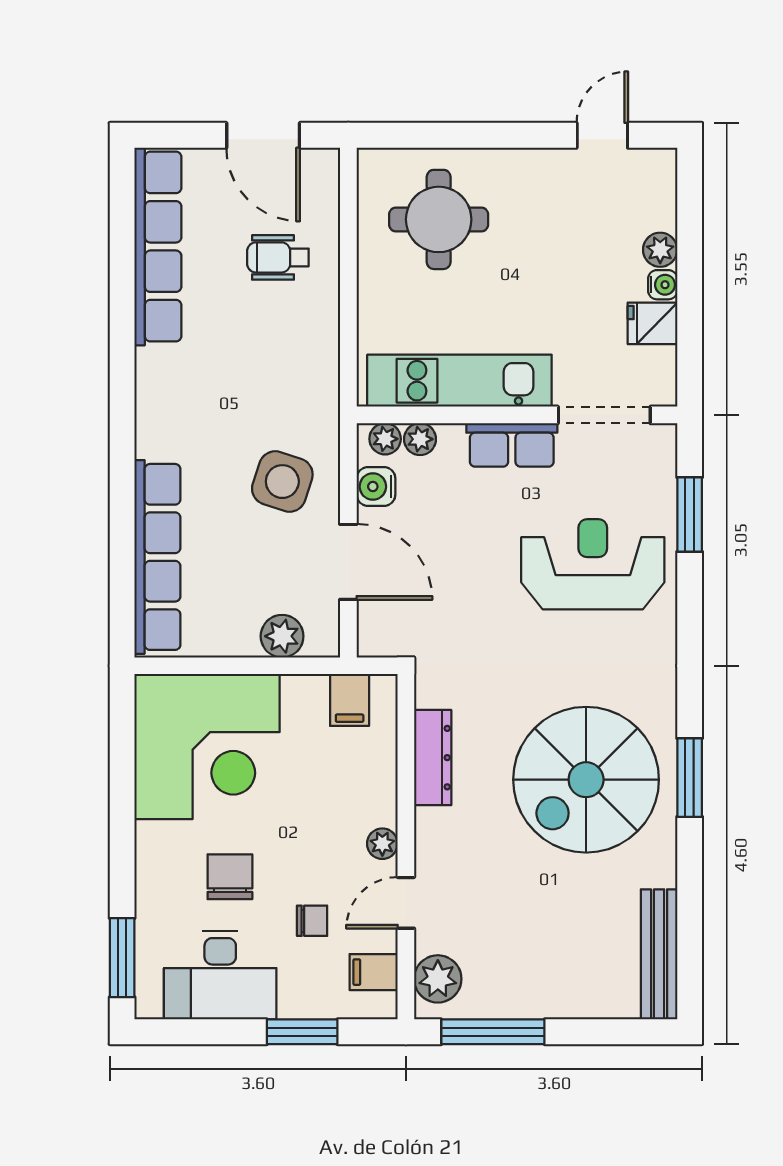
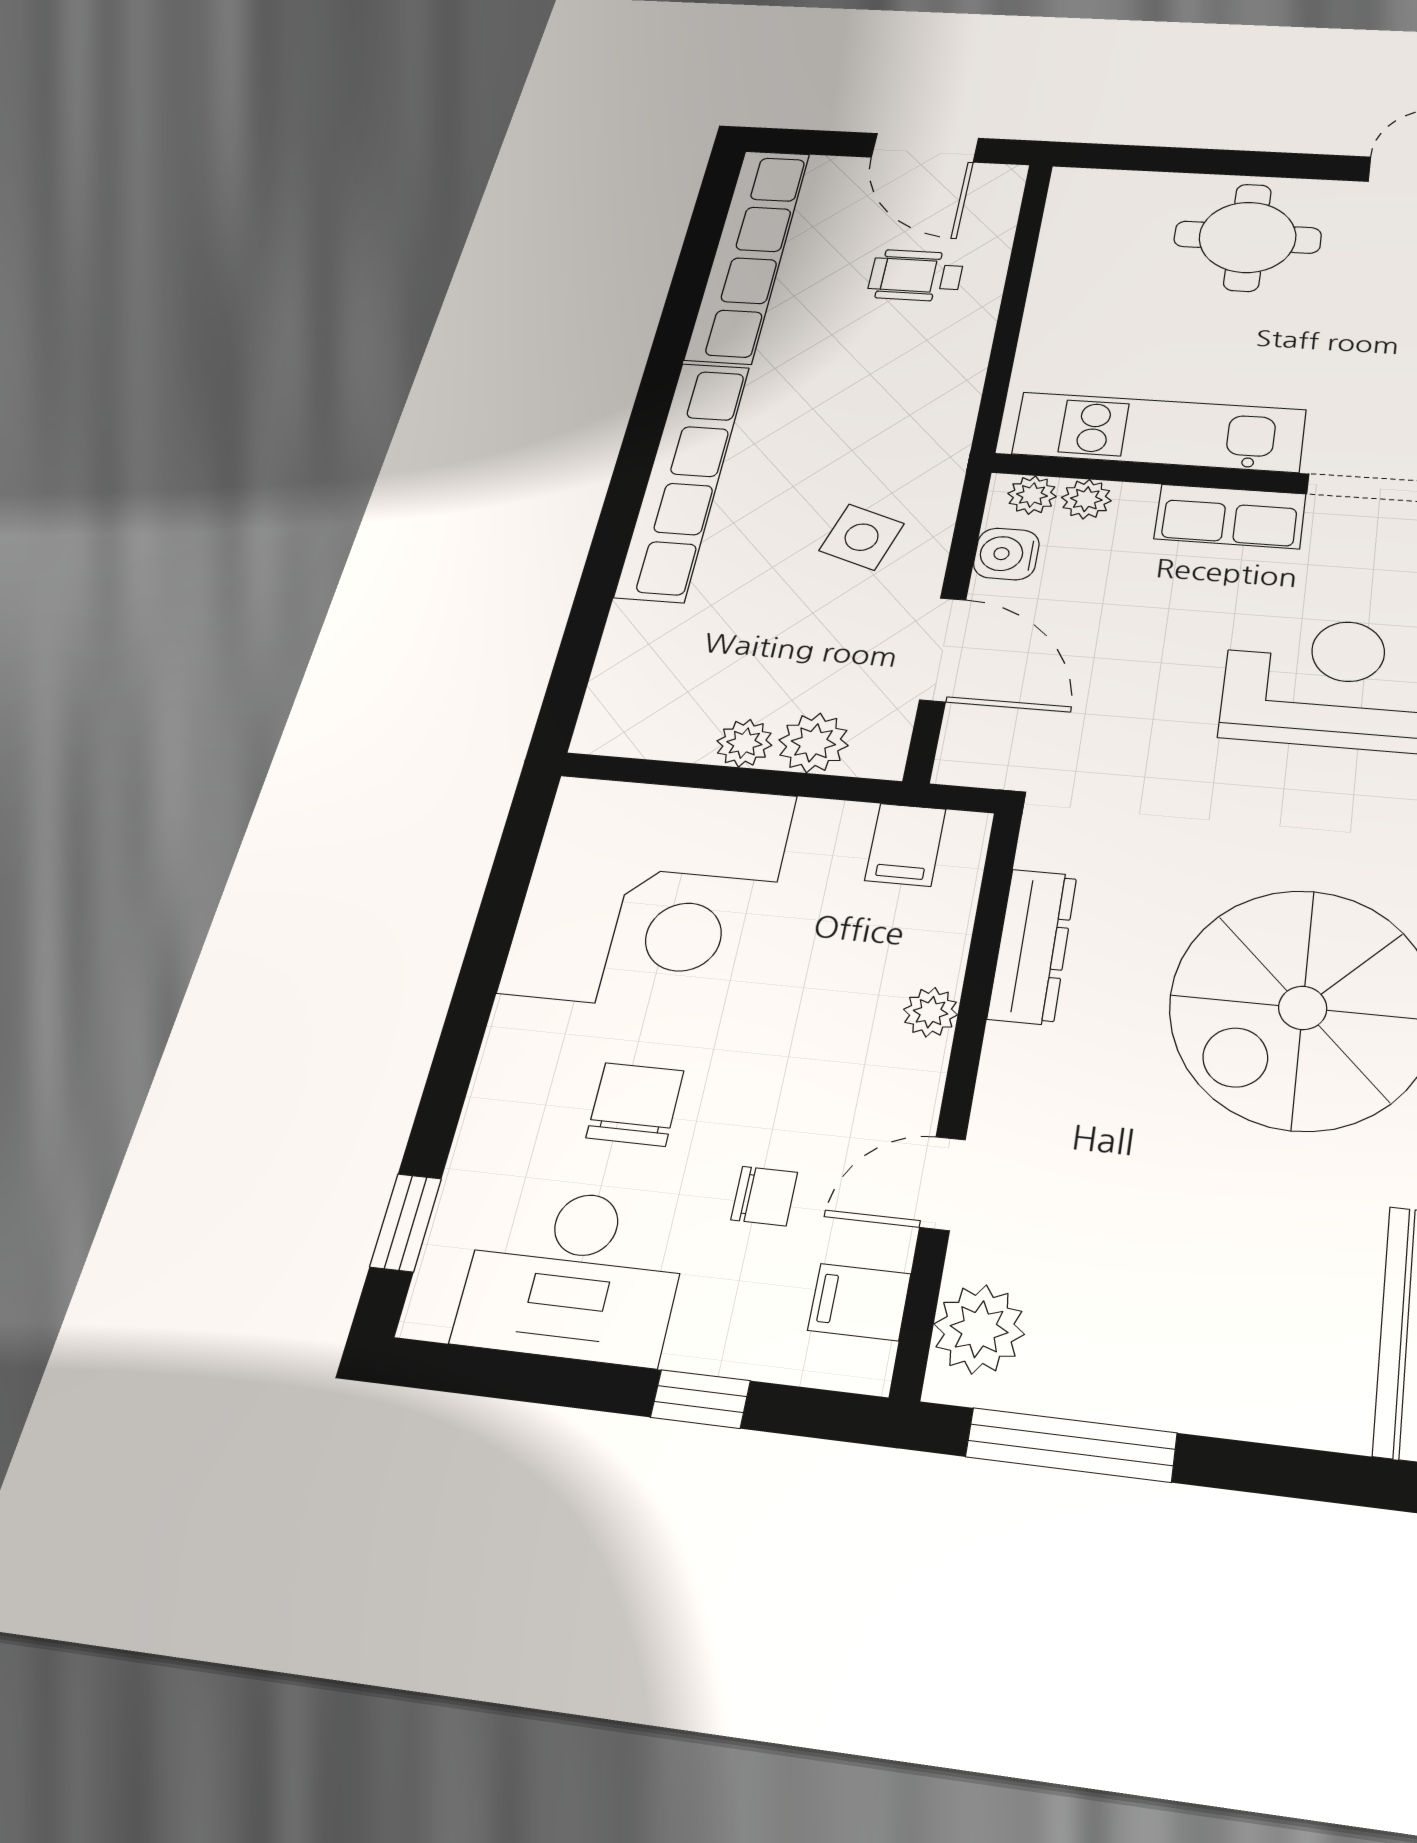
round table: (439, 219) -> (1247, 237), moved
side table: (282, 482) -> (862, 537), width x0.73, depth x0.73
row of seats: (157, 557) -> (683, 479), moved
plant: (240, 641) -> (744, 743), added
plant: (382, 844) -> (931, 1012), moved
window: (122, 958) -> (406, 1223), width x0.67
window: (302, 1032) -> (700, 1399), width x0.67

